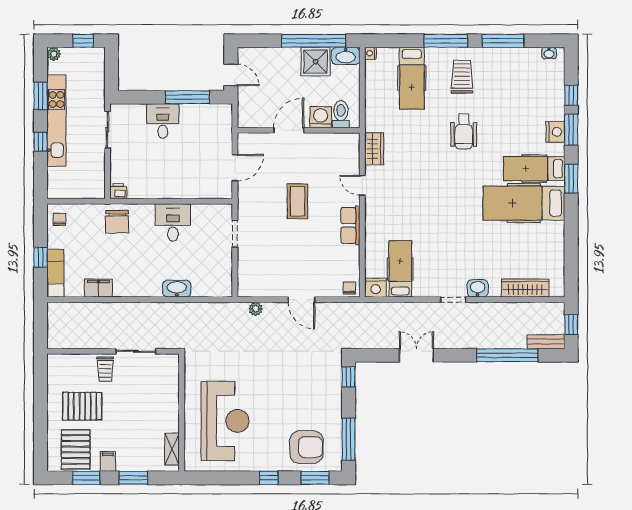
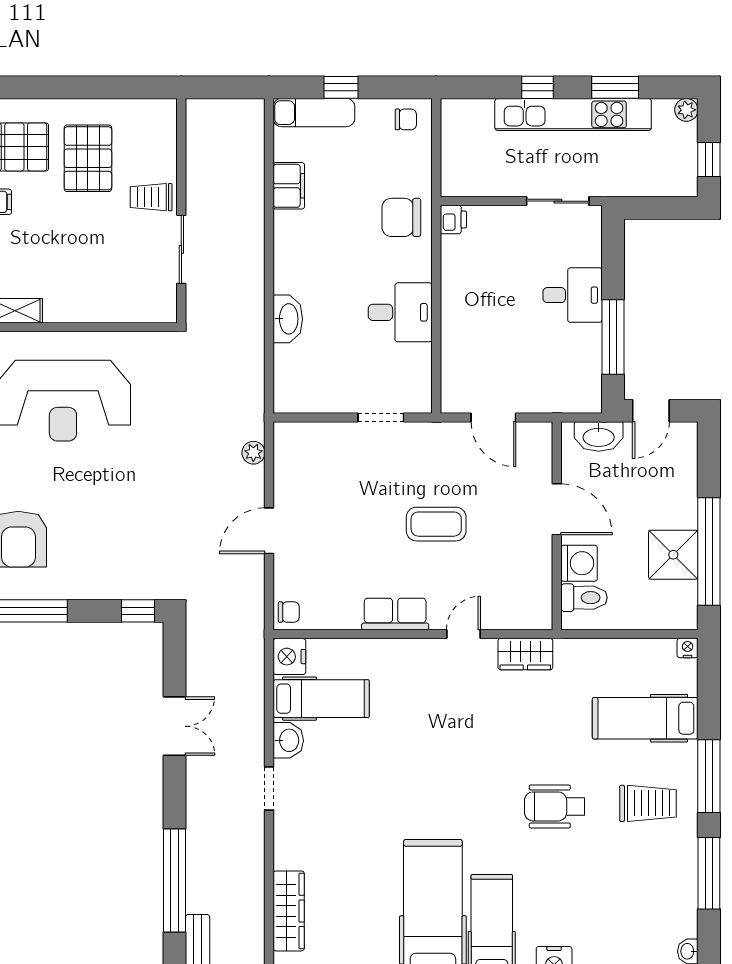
washbasin: (346, 56) -> (599, 436), moved, turned -90
washbasin: (478, 288) -> (288, 740), moved

